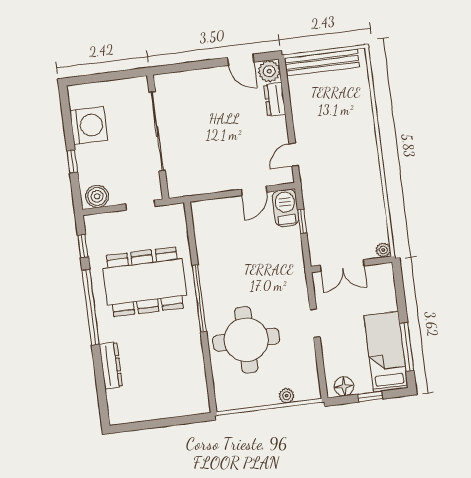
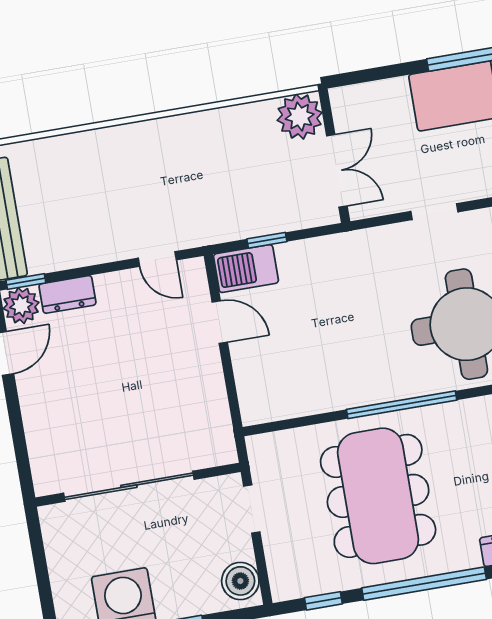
window: (284, 75) -> (26, 281), added
plant: (383, 250) -> (300, 117), width x1.87, depth x1.87

